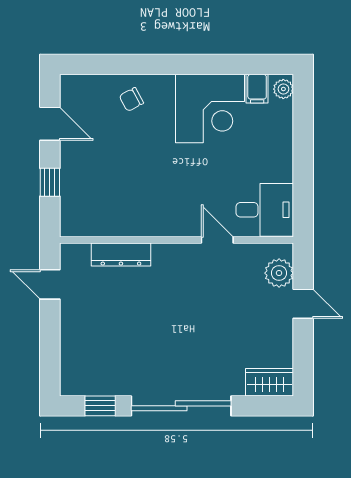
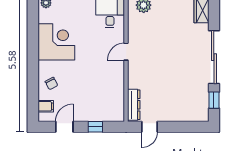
filing cabinet: (257, 89) -> (46, 106), moved
door: (217, 240) -> (126, 52), moved
dresser: (121, 255) -> (134, 105), moved

